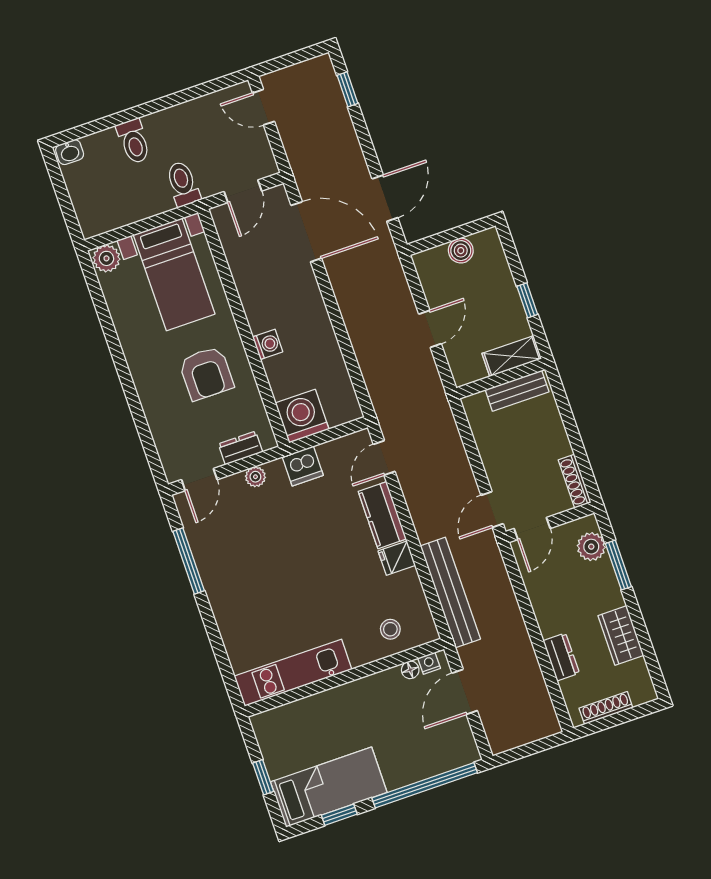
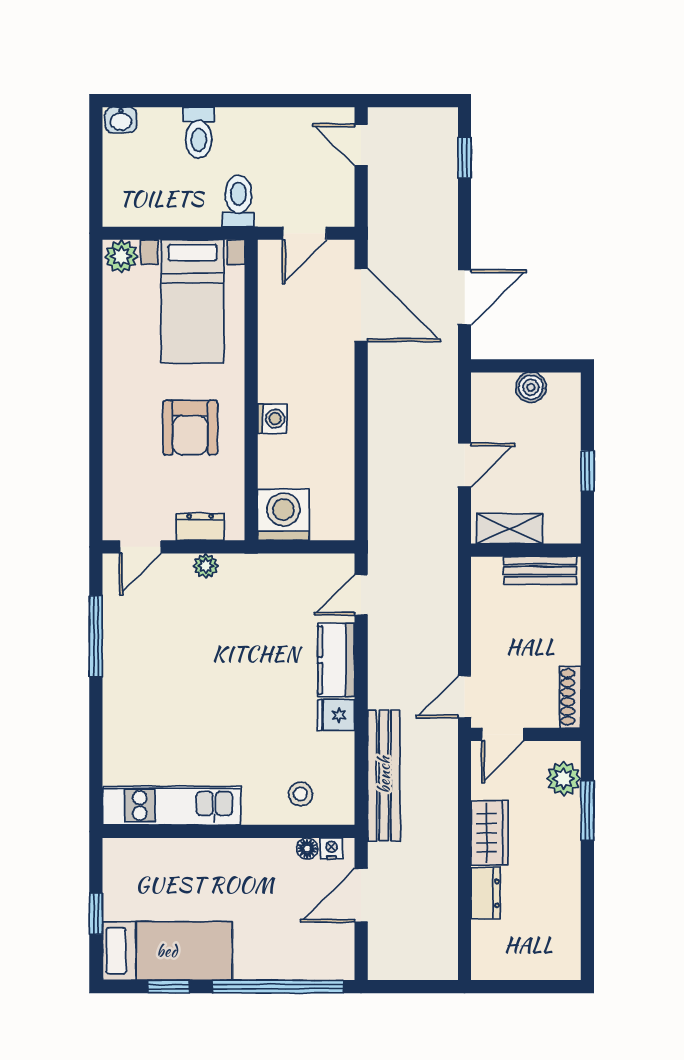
shelving: (512, 356) -> (509, 529), moved
dishwasher: (303, 466) -> (264, 572), removed
wardrobe: (621, 635) -> (490, 833), moved, turned 180
shoe rack: (606, 708) -> (517, 970), removed

